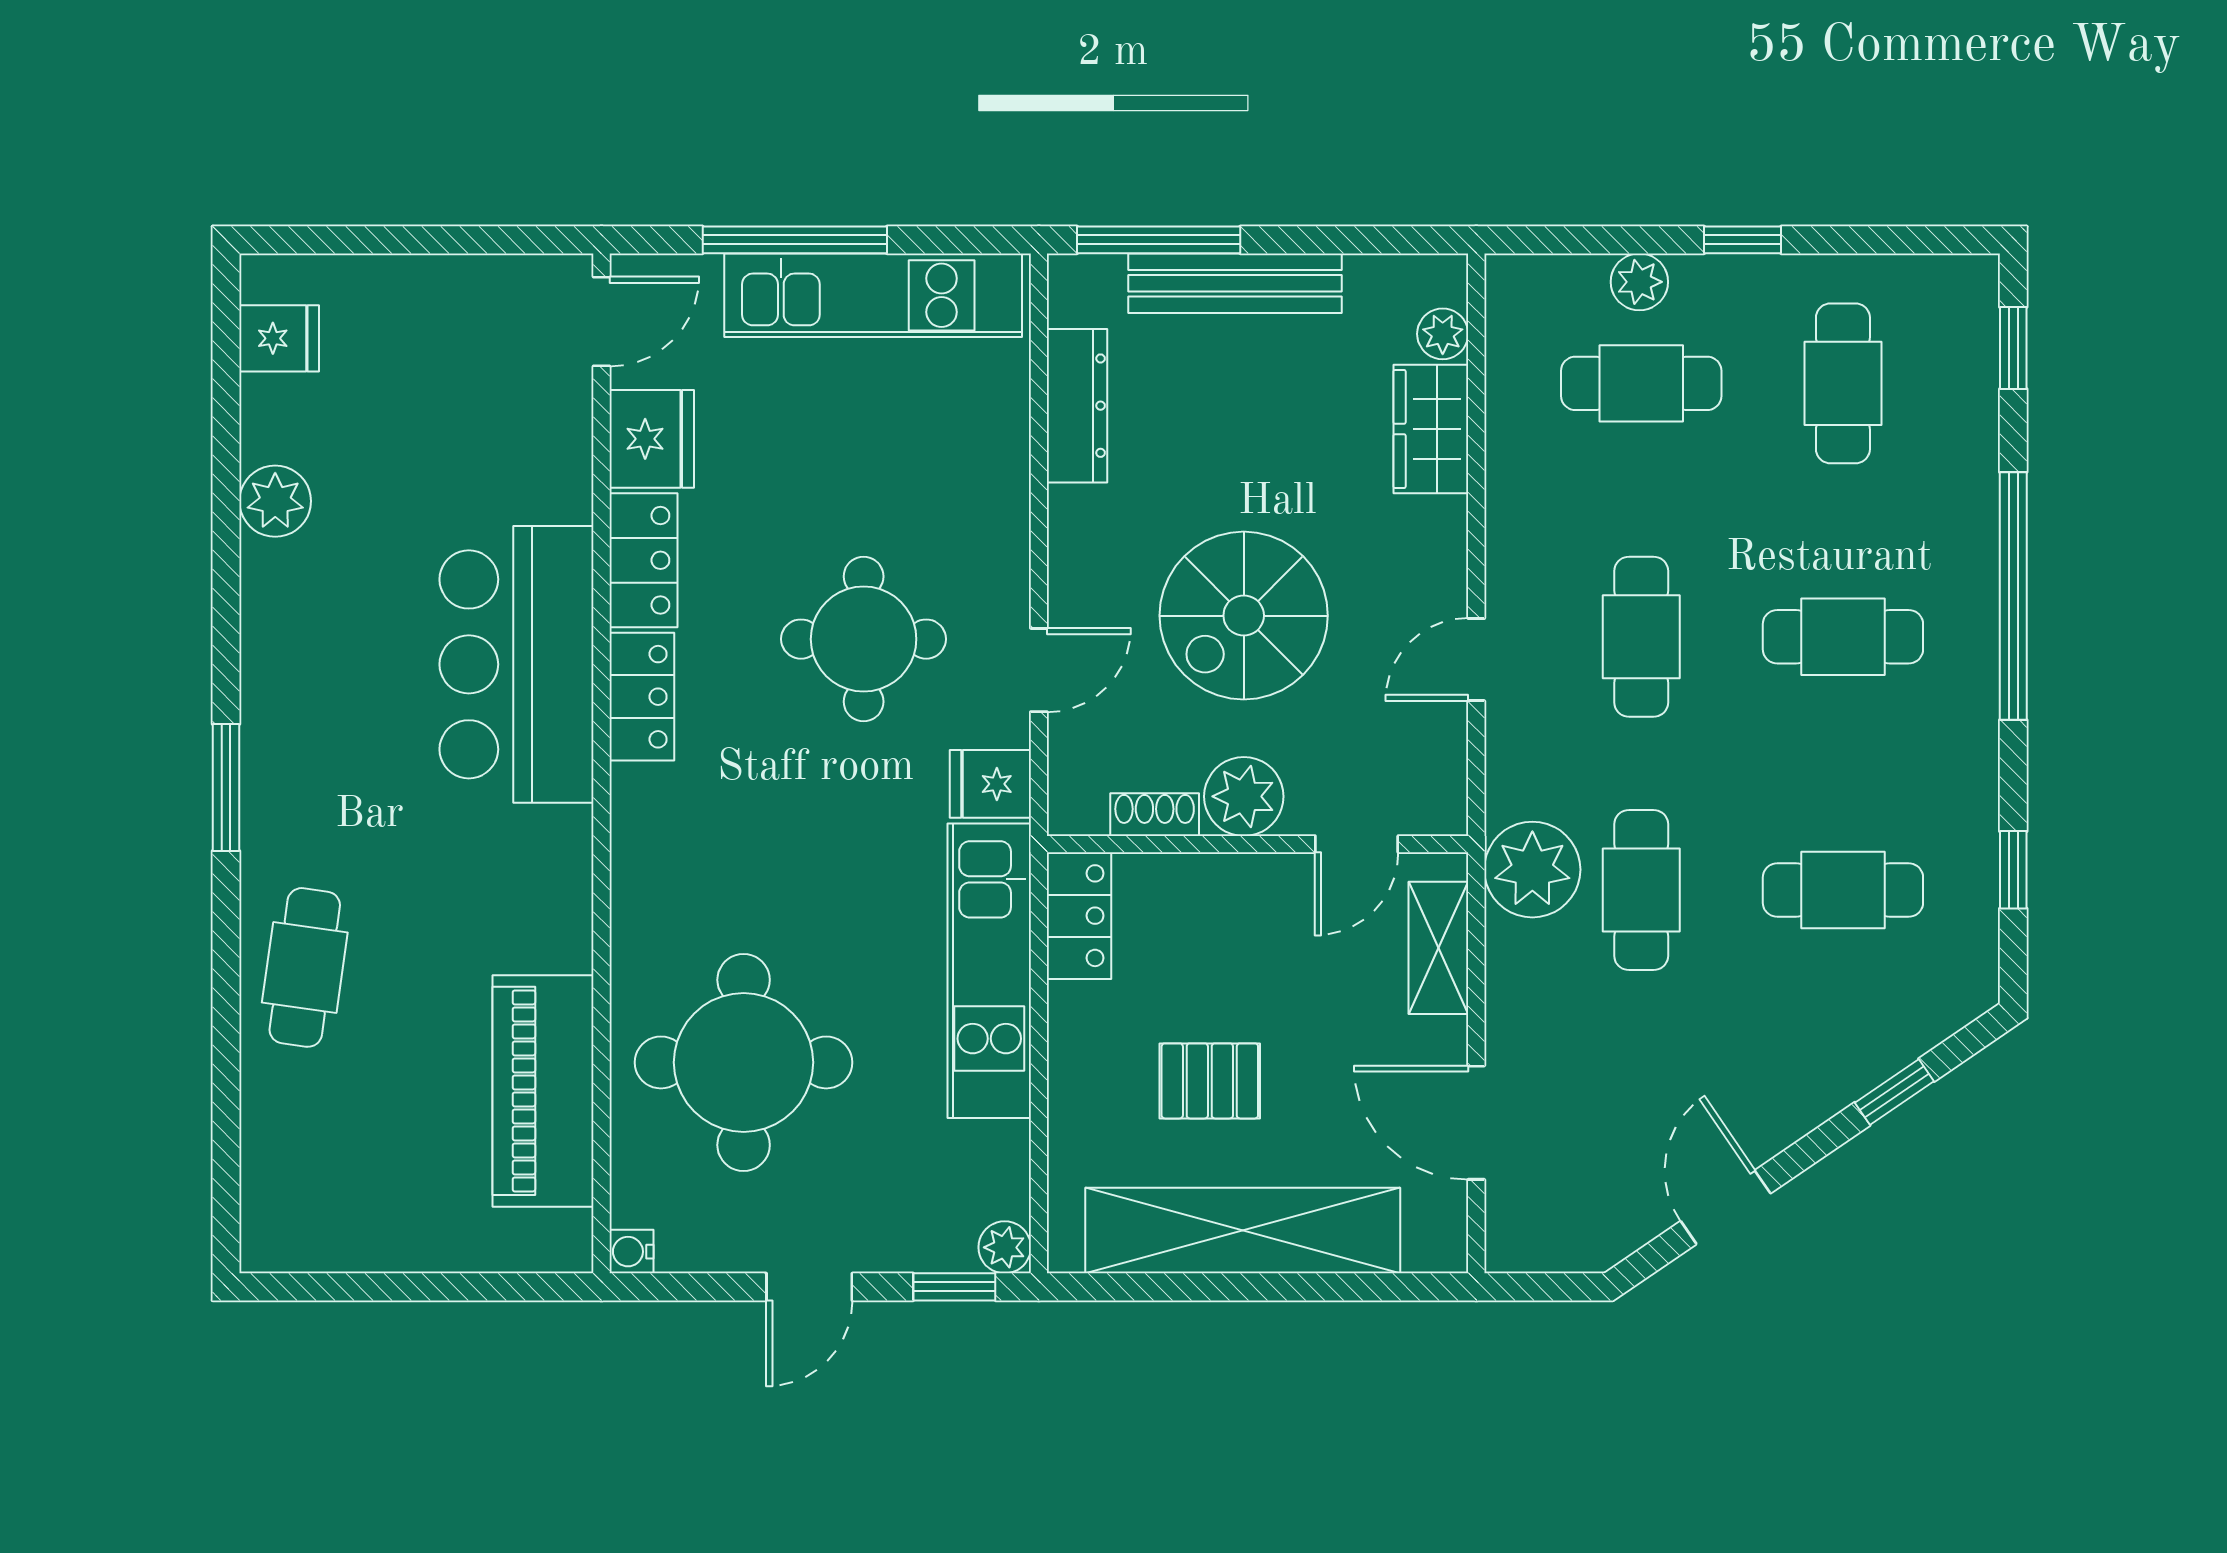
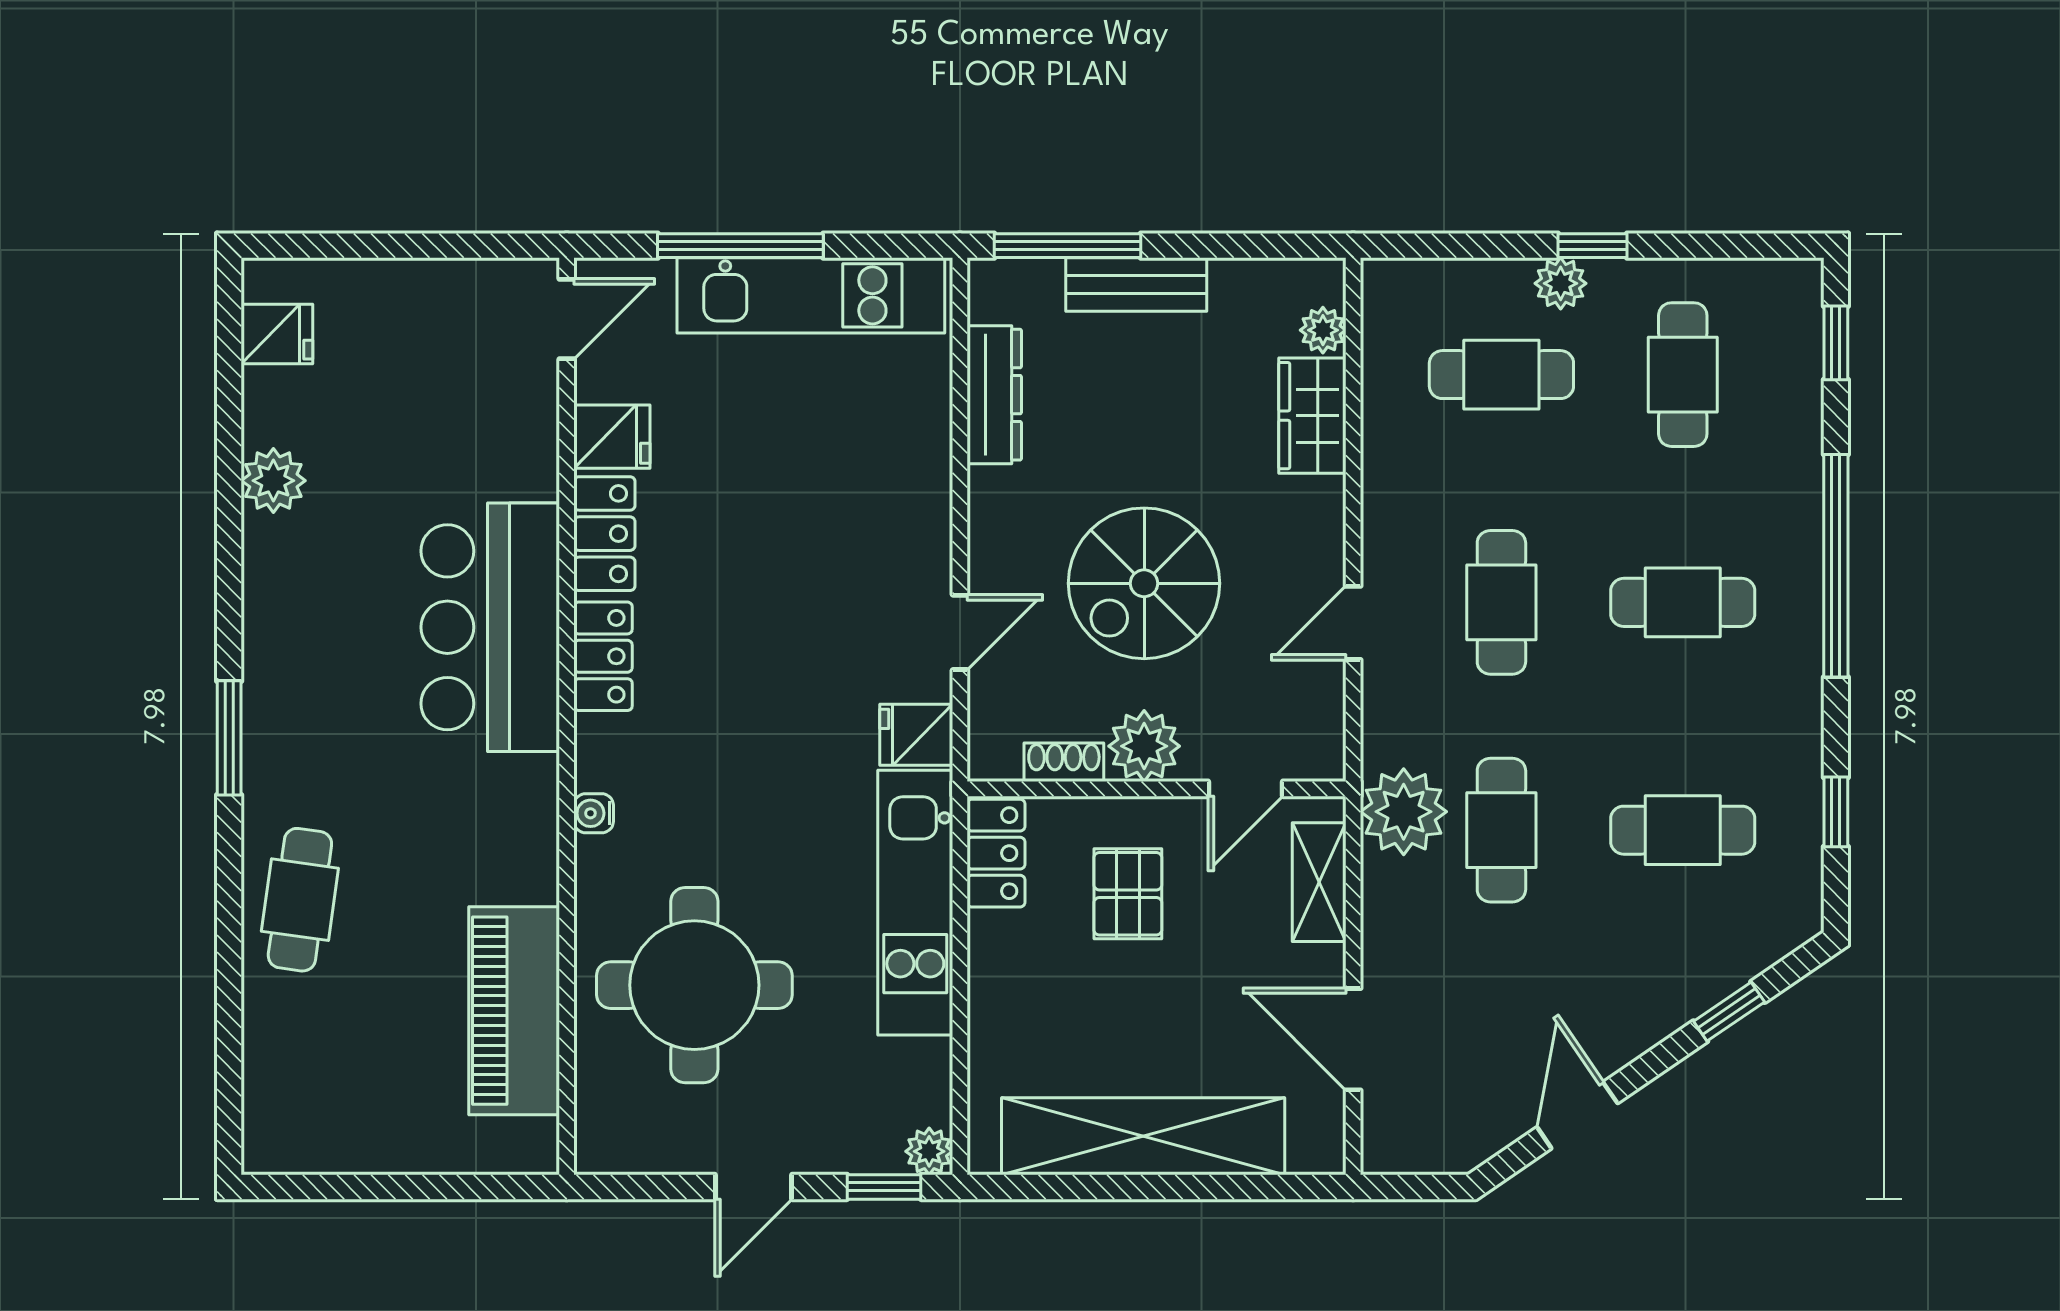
plant: (1639, 282) -> (1561, 283), moved
bench: (1235, 283) -> (1136, 285), width x0.73
fridge: (652, 439) -> (612, 437), width x0.72
round table: (864, 639) -> (802, 604), removed
pallet: (1210, 1081) -> (1128, 894), moved, turned 90
water cooler: (631, 1252) -> (594, 813), moved

